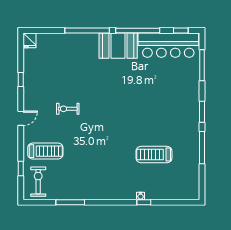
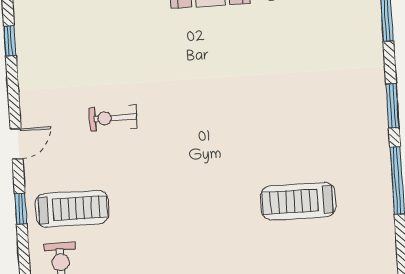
window: (21, 79) -> (10, 41), moved
window: (21, 169) -> (21, 209), moved

